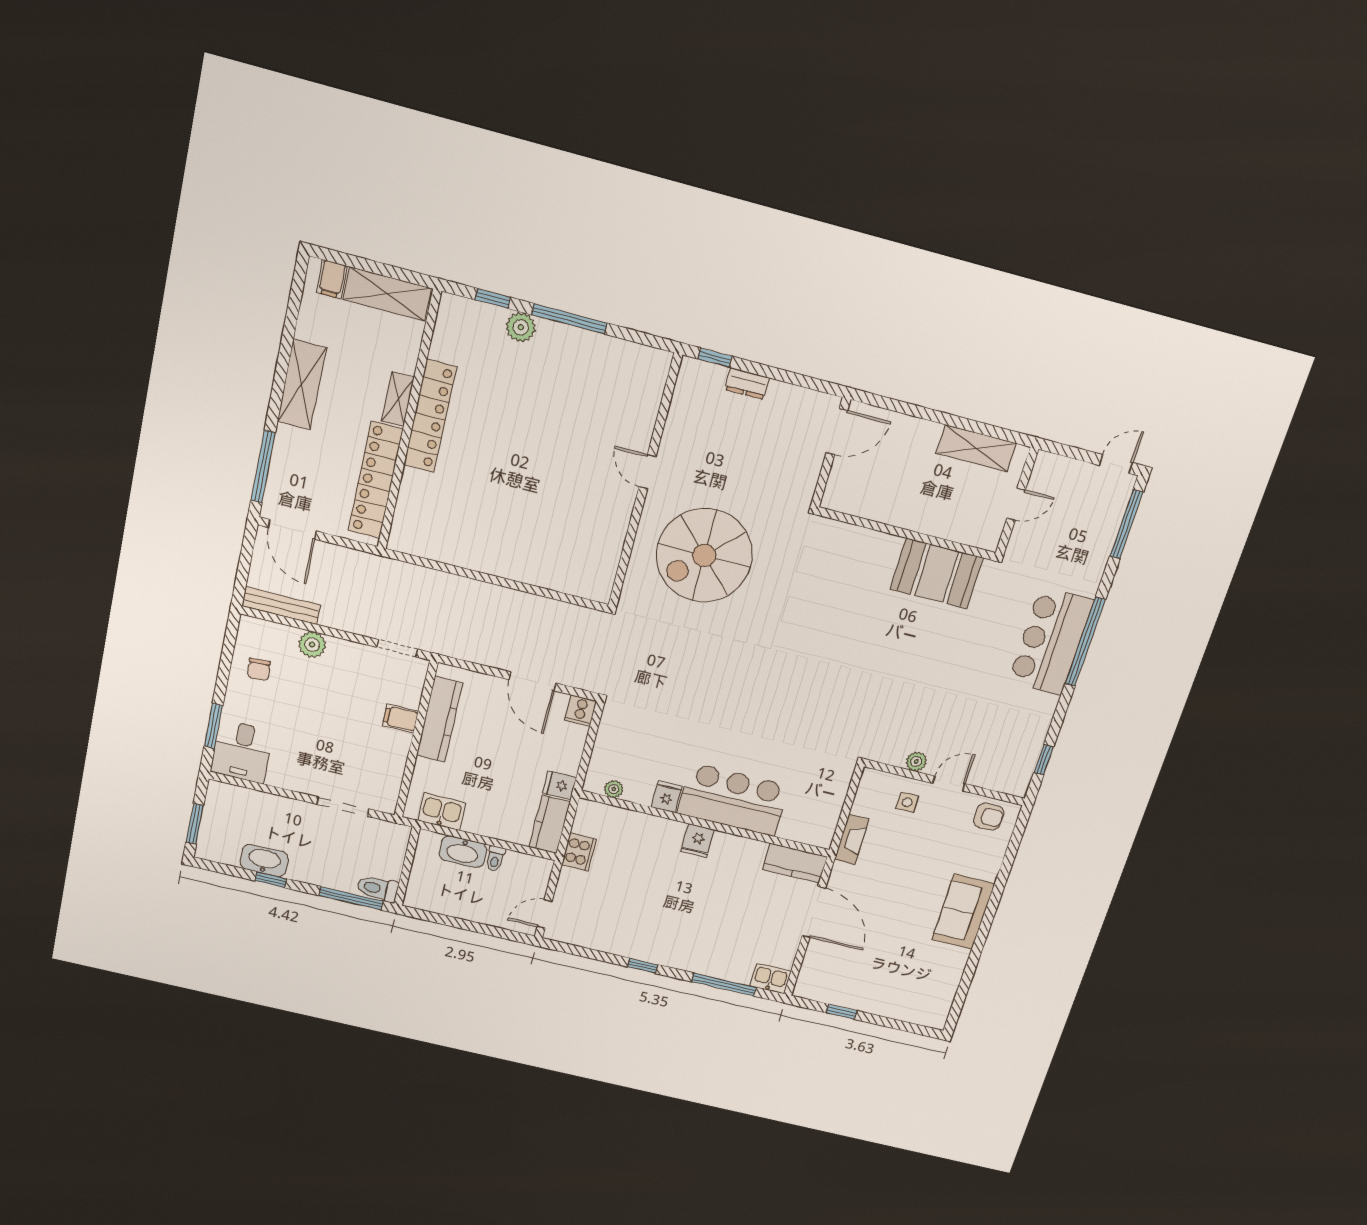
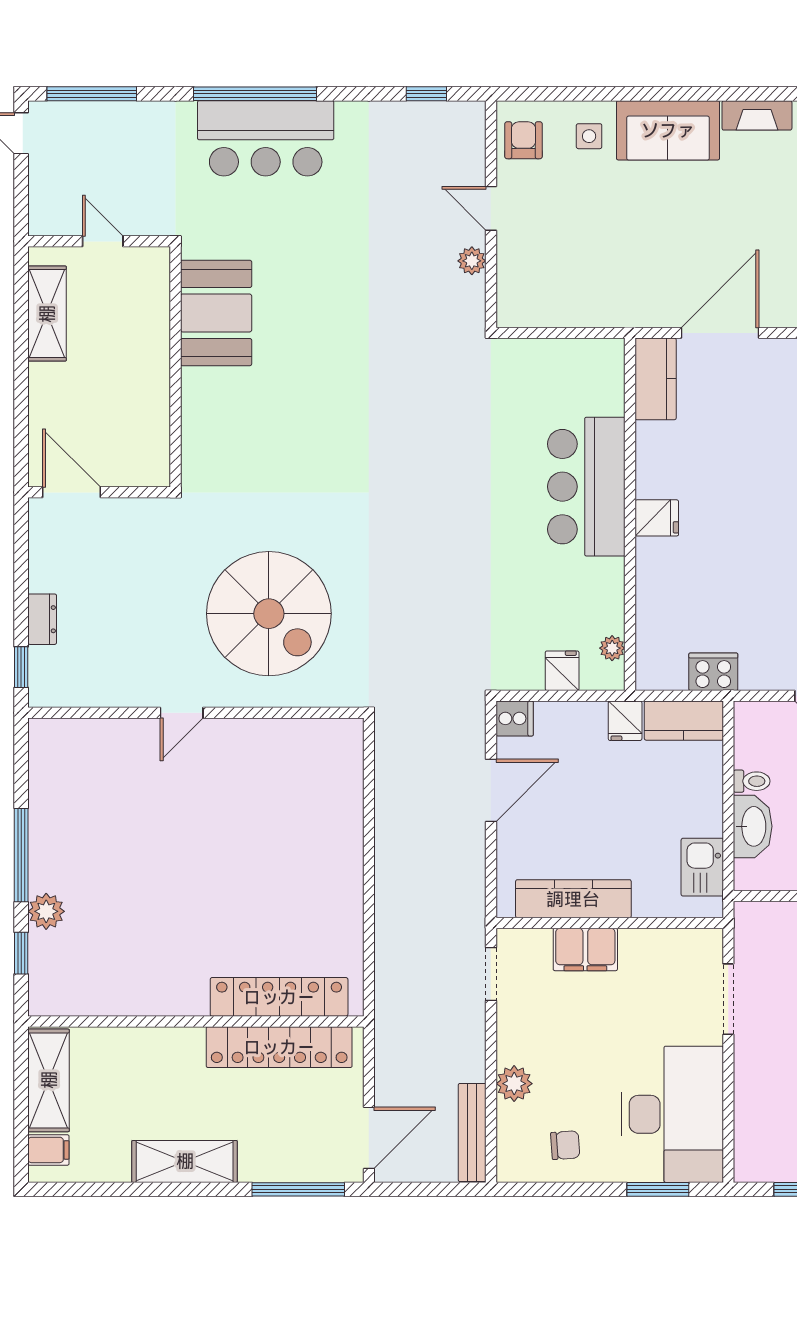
shelving: (398, 399) -> (172, 1041), removed
locker: (430, 416) -> (279, 997), moved
filing cabinet: (400, 718) -> (585, 949), width x2.00
desk: (242, 751) -> (672, 1114), width x1.87, depth x1.30
fridge: (667, 797) -> (562, 671), moved, turned 90
side table: (907, 802) -> (589, 136), moved
fireplace: (852, 839) -> (757, 115), moved, turned 180

